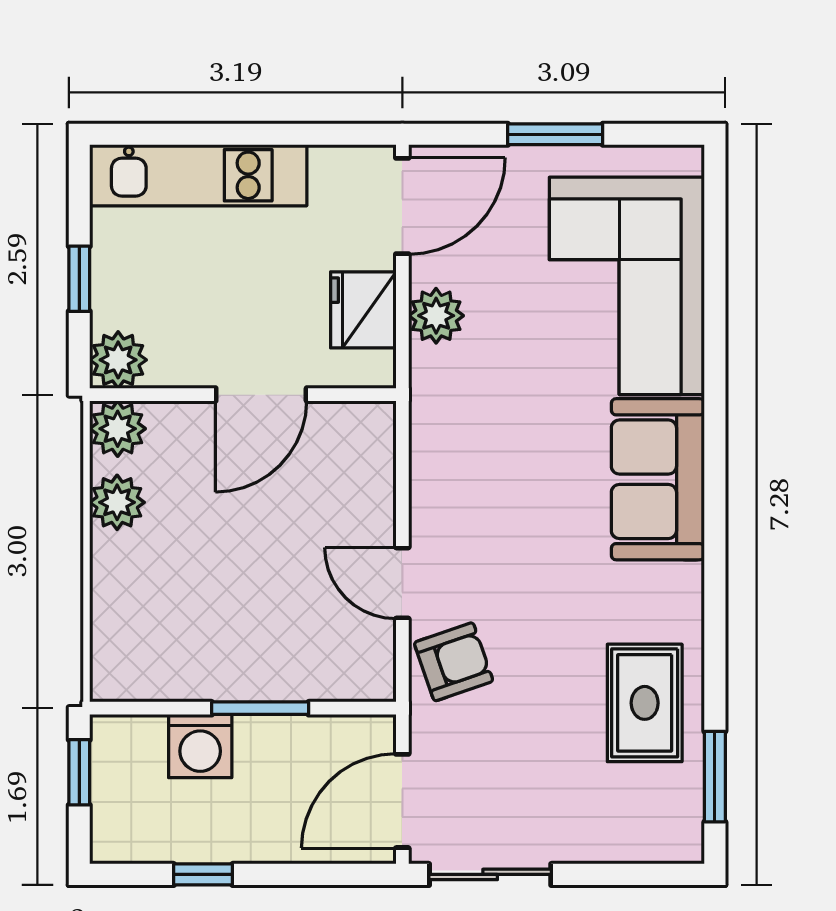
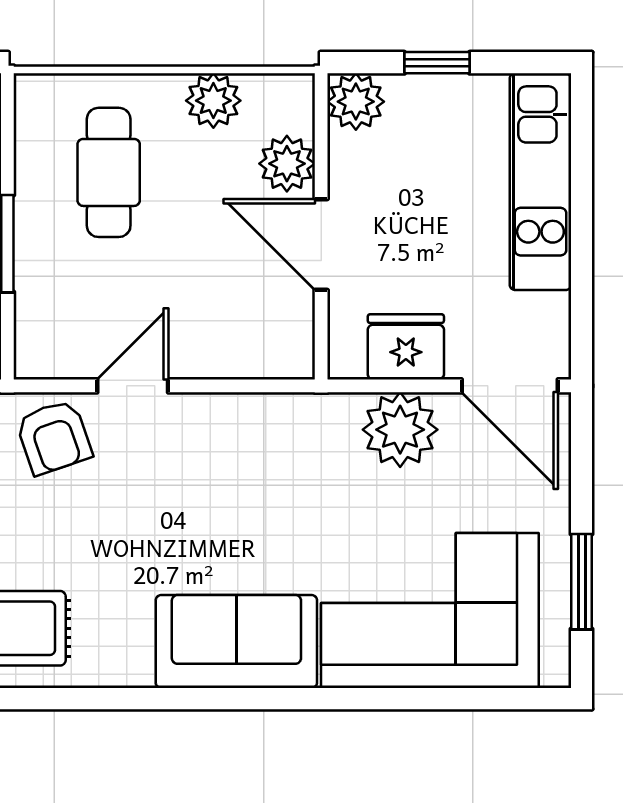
window: (555, 134) -> (582, 582), moved
plant: (436, 316) -> (400, 430), width x1.36, depth x1.36
plant: (118, 429) -> (287, 164), moved
cafe table: (189, 607) -> (109, 172), added

